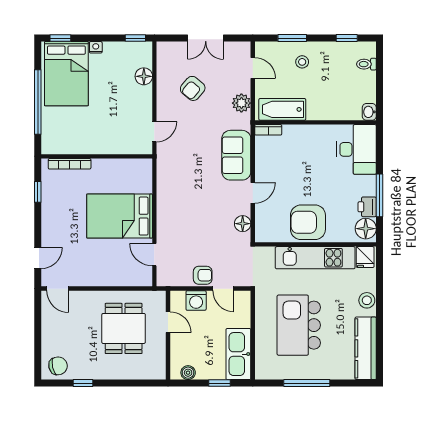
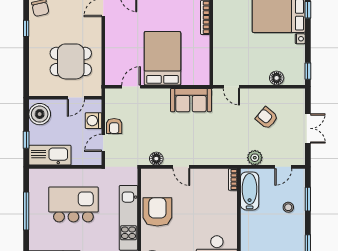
double door: (206, 38) -> (308, 128), swing flipped
sofa: (236, 155) -> (191, 100), moved, turned 180
boiler: (188, 373) -> (40, 114), width x1.86, depth x1.86

